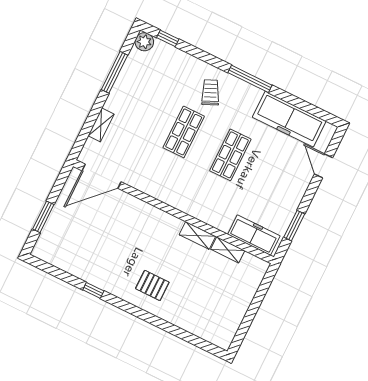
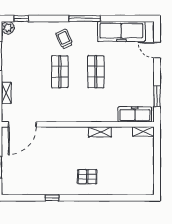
shelving: (228, 250) -> (143, 132), moved

